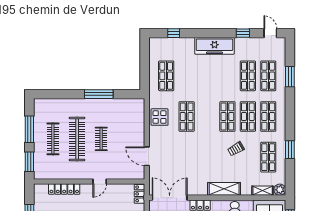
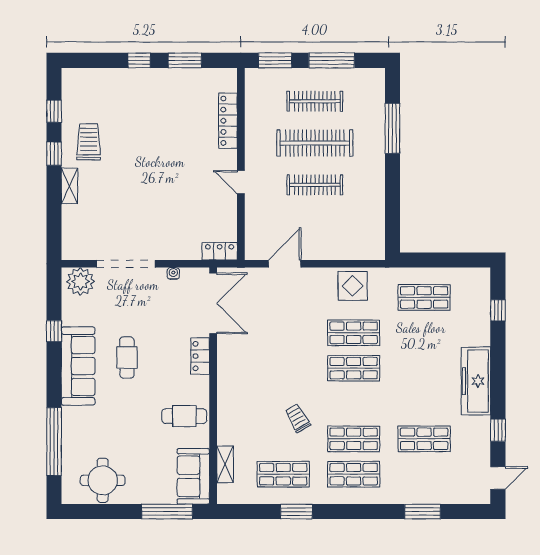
shop shelf: (268, 76) -> (424, 474), removed
window: (99, 94) -> (392, 128), moved
shop shelf: (227, 116) -> (354, 368), moved
clothes rail: (101, 139) -> (315, 185), width x1.36
shelving: (224, 189) -> (228, 398), removed
plant: (280, 190) -> (227, 494), removed

